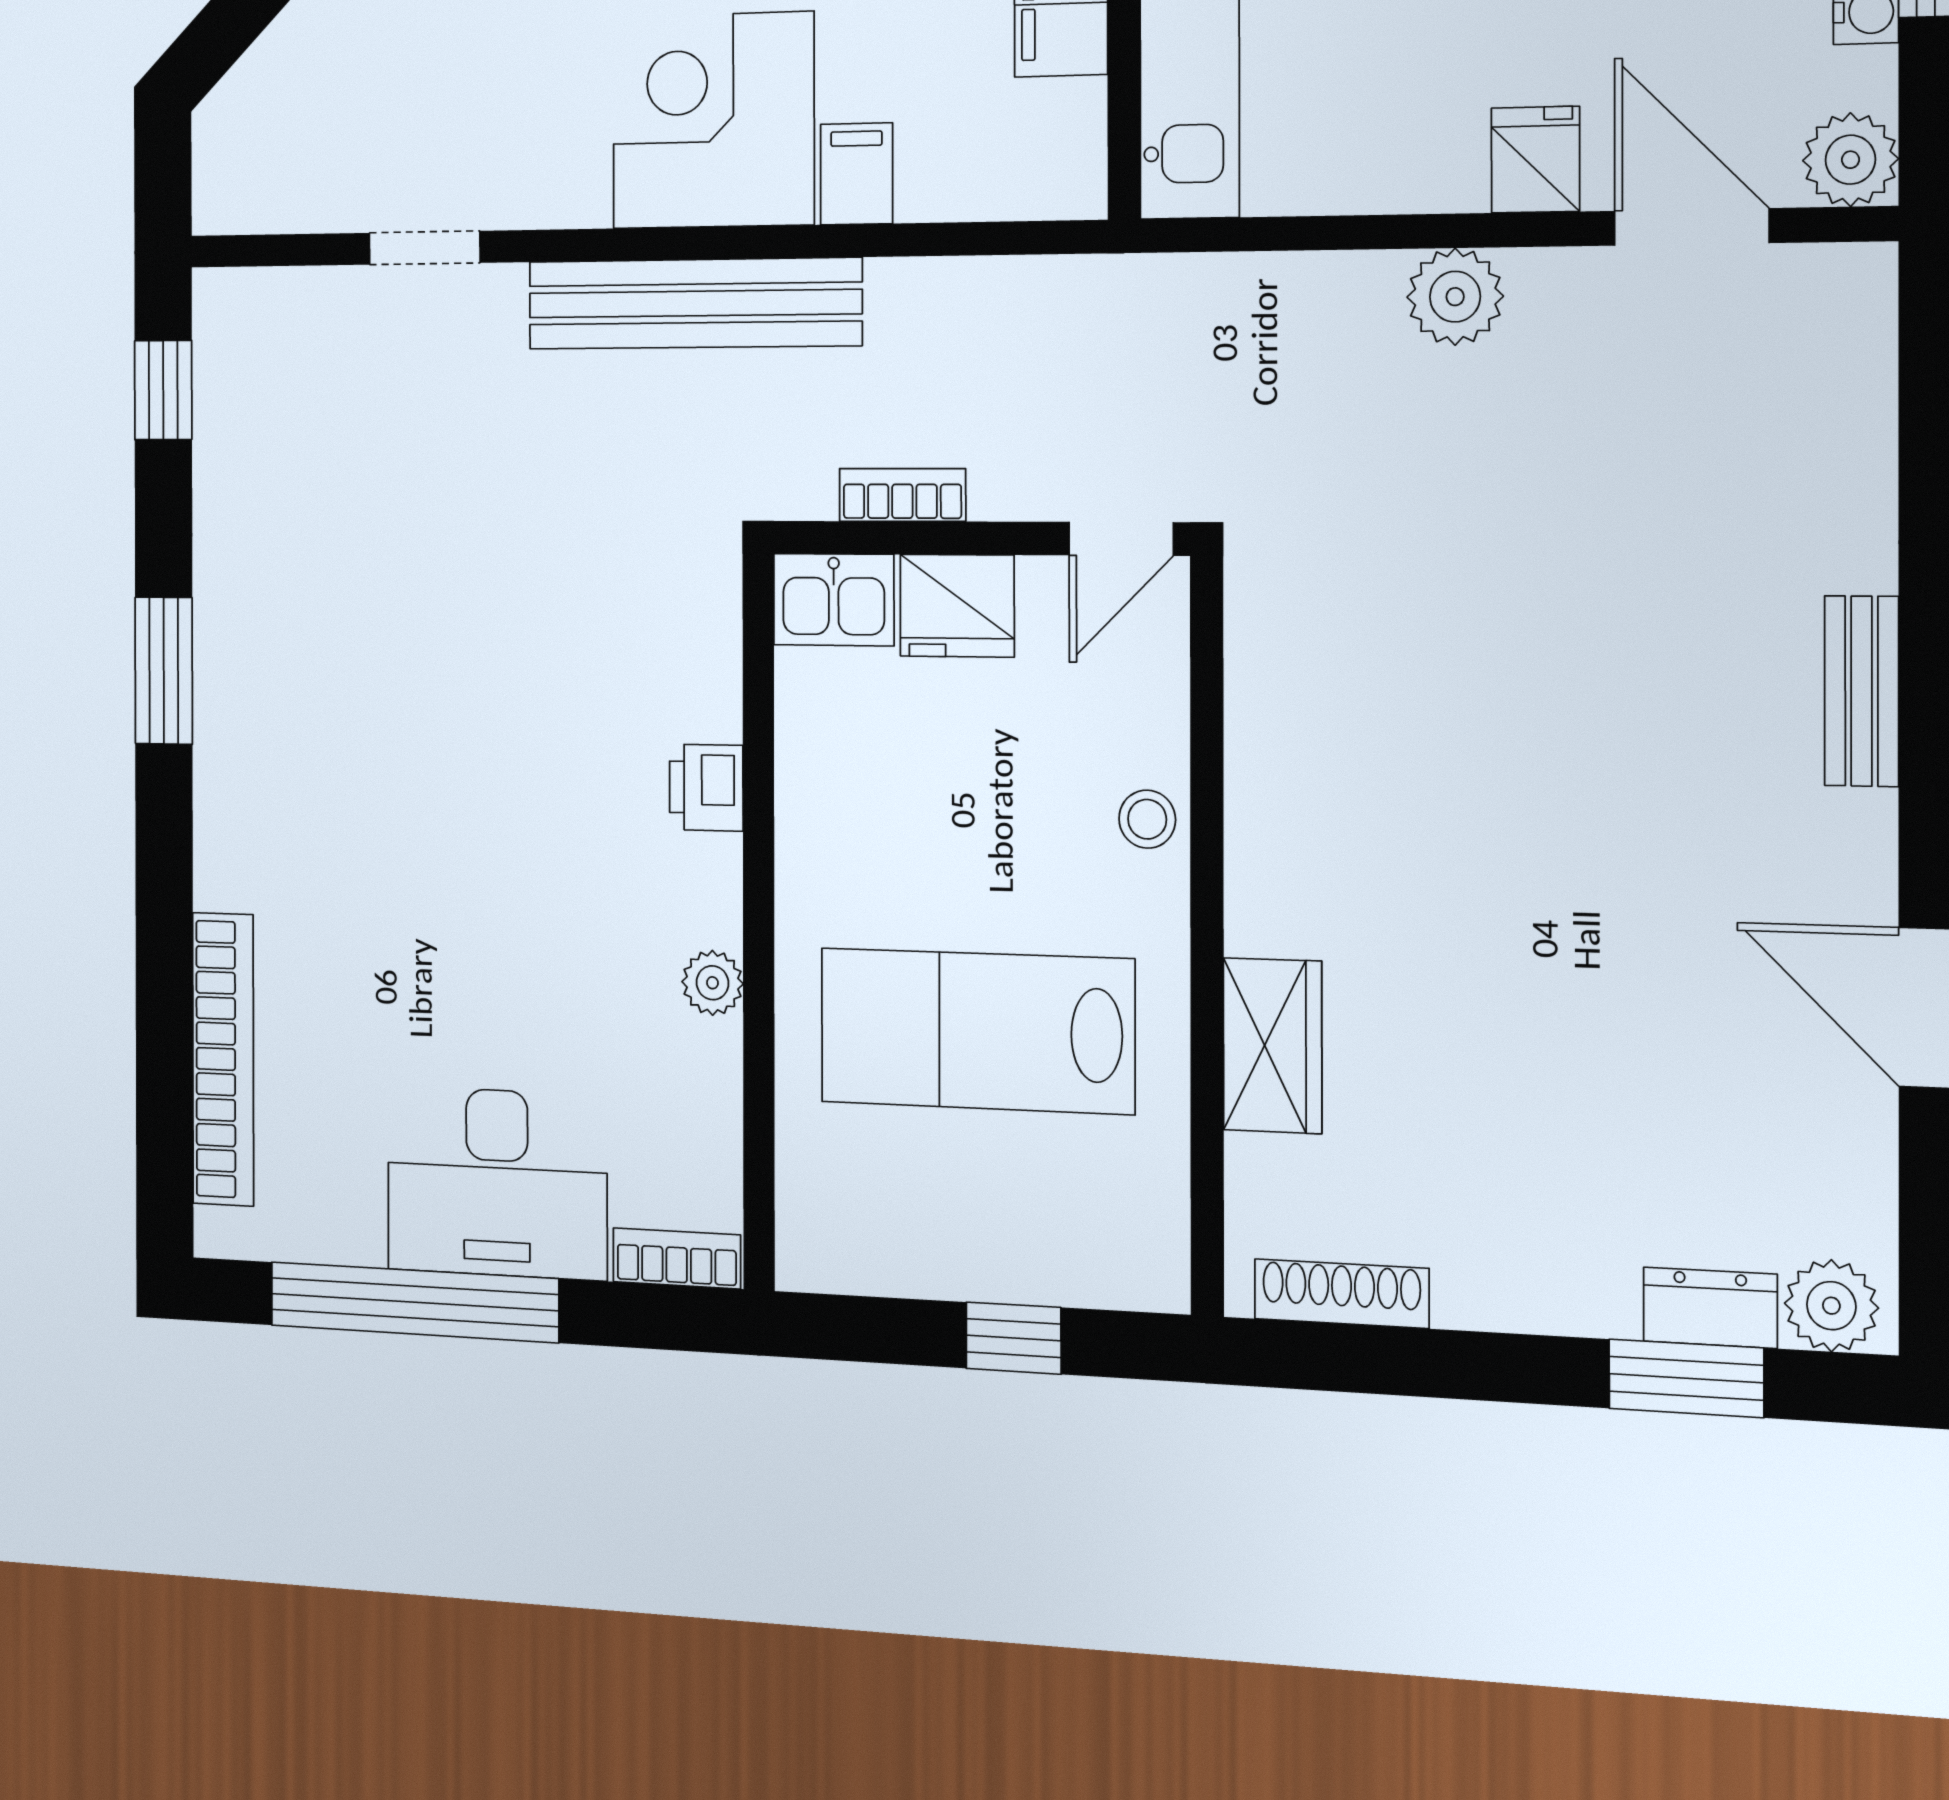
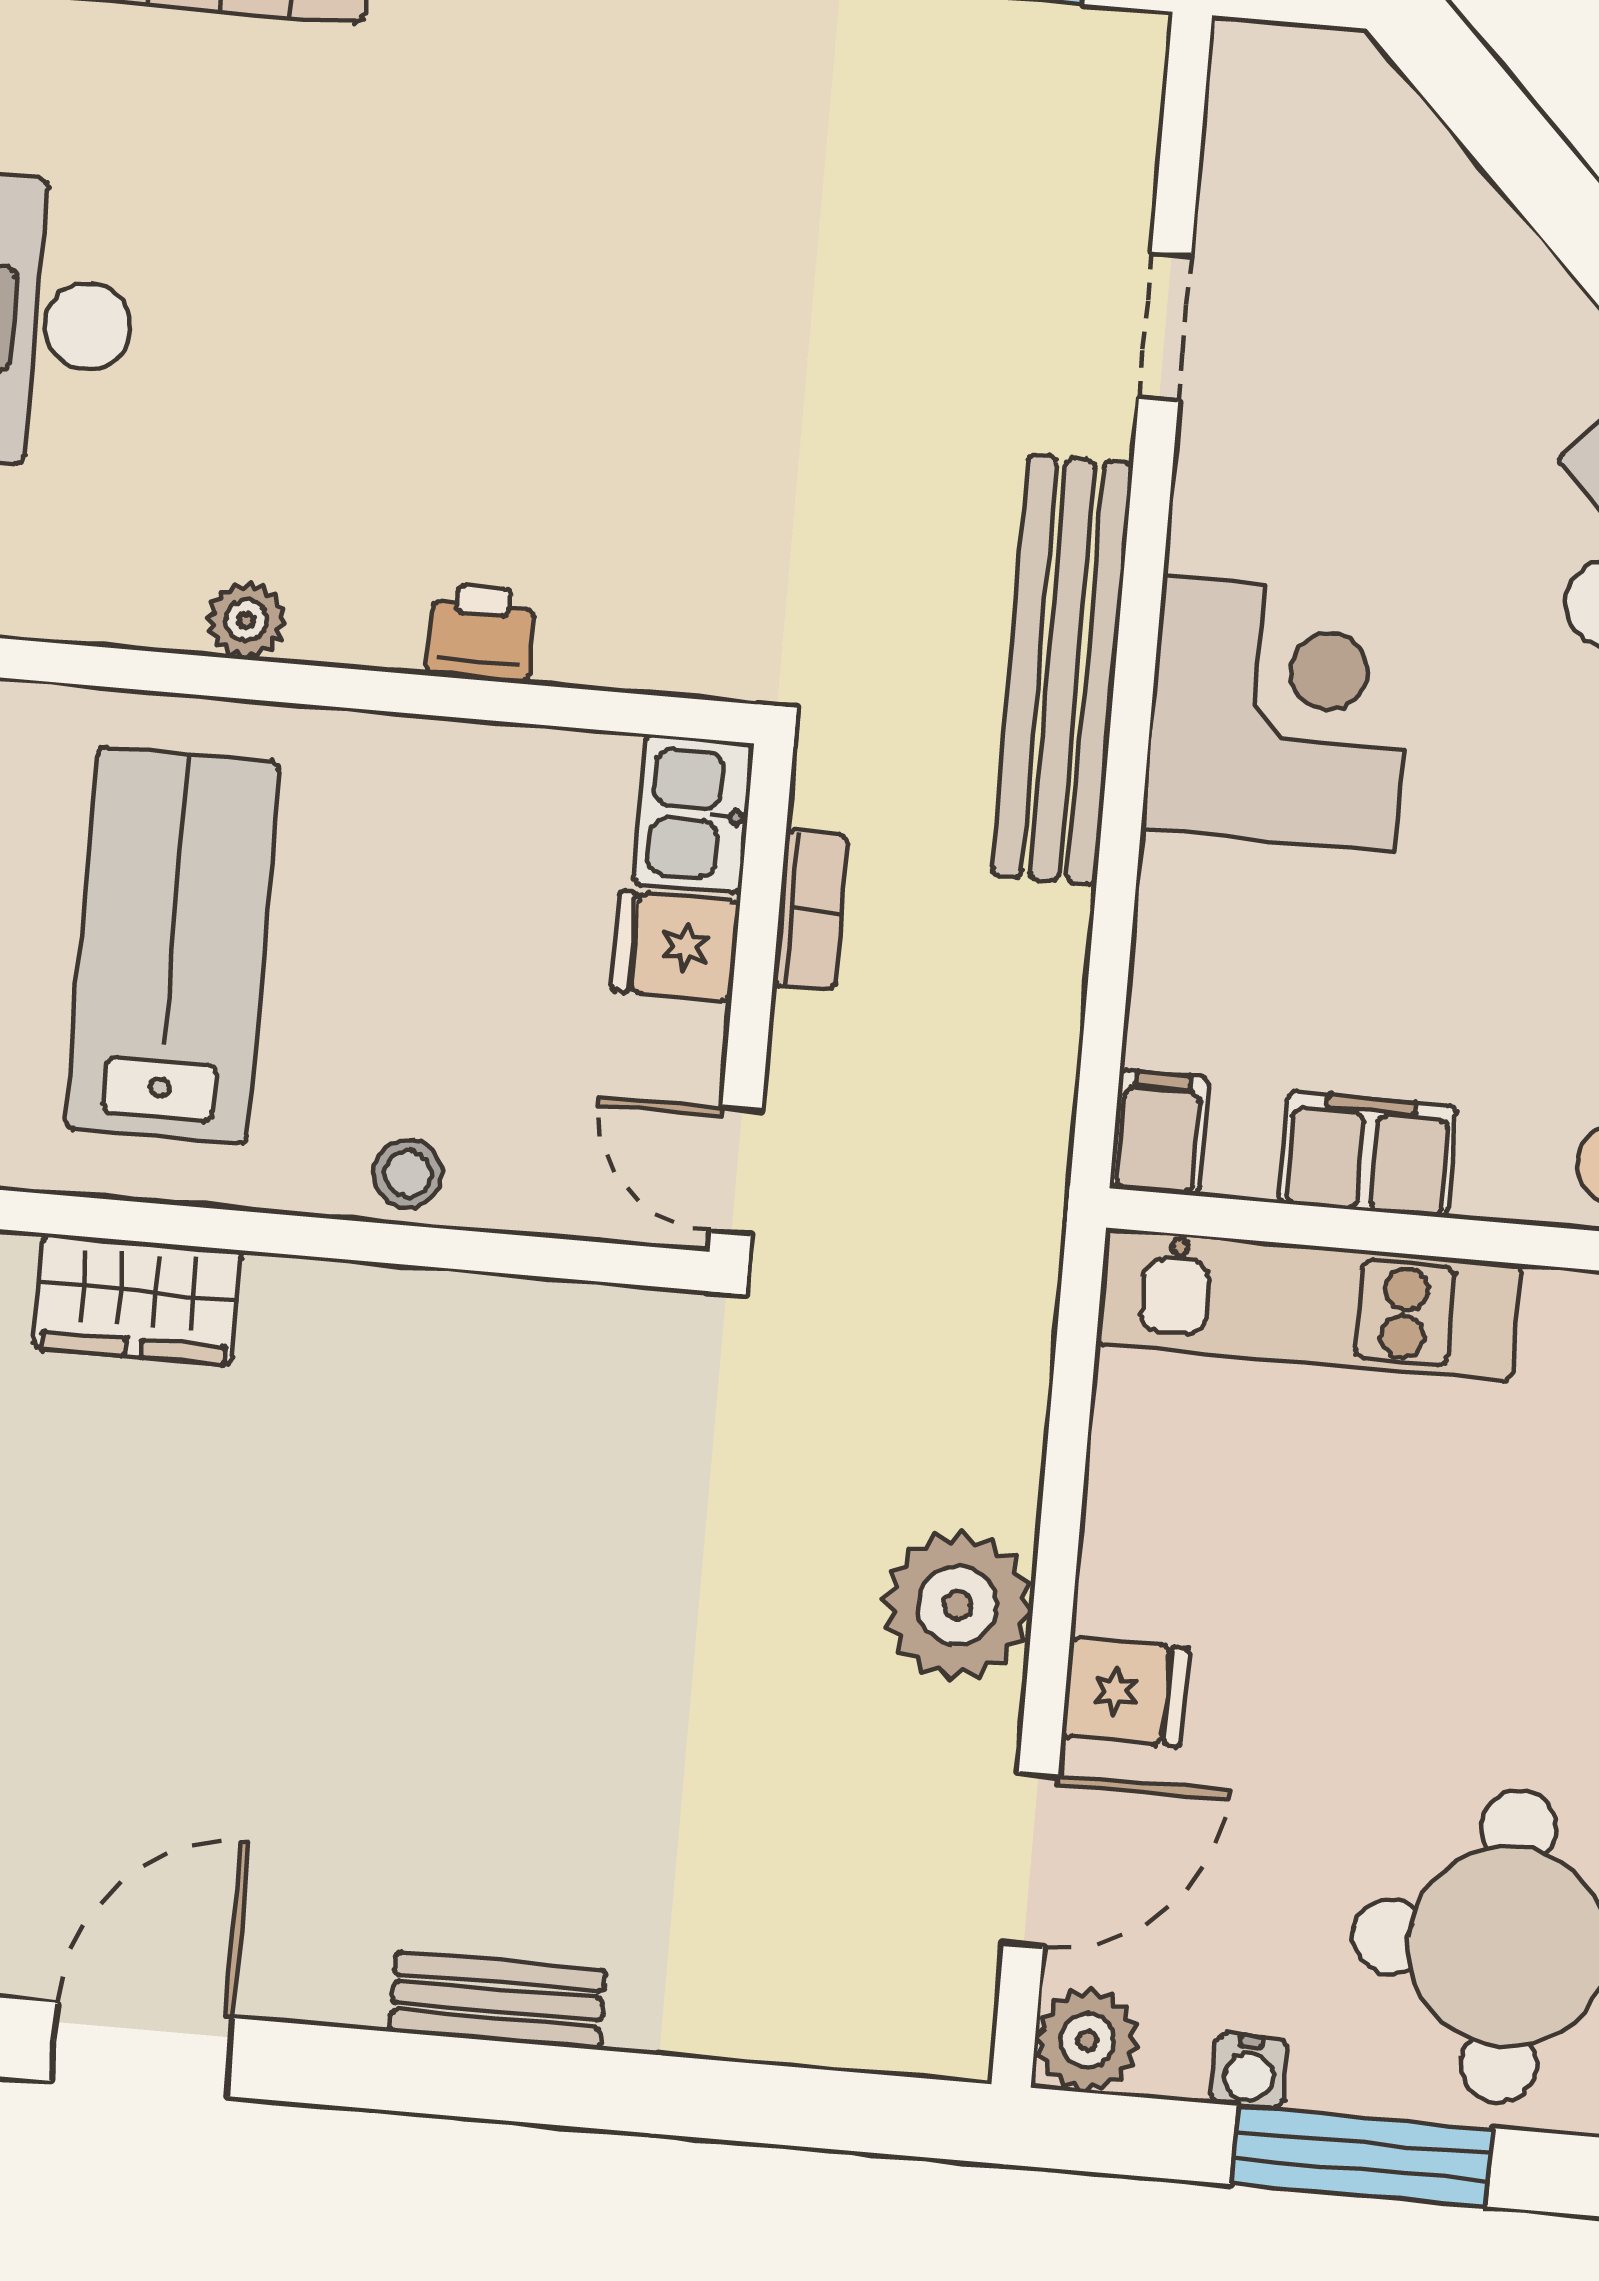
filing cabinet: (857, 174) -> (1159, 1133), moved, turned -90
plant: (1455, 297) -> (957, 1605), width x1.36, depth x1.36
fridge: (957, 606) -> (676, 946), width x0.72

